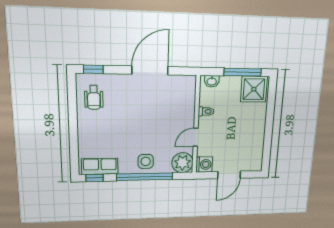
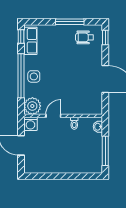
shower: (254, 89) -> (92, 161), removed
window: (73, 117) -> (70, 22), added
door: (196, 137) -> (53, 116), hinge flipped

